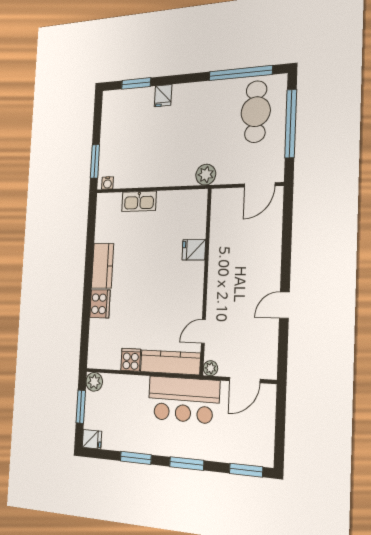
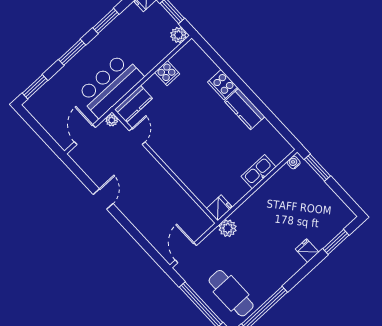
fridge: (194, 250) -> (219, 208), moved
kitchen counter: (170, 362) -> (133, 104), width x0.67

